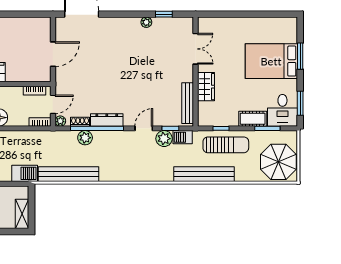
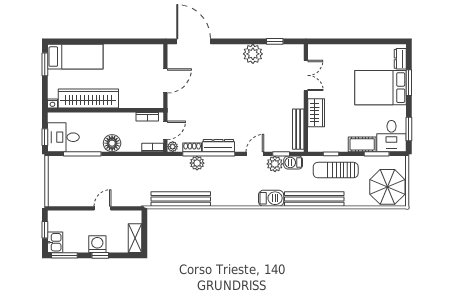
plant: (146, 22) -> (253, 54), width x1.88, depth x1.88
dresser: (291, 32) -> (400, 59), added
sun lounger: (226, 145) -> (336, 170), turned 180
barbecue: (25, 173) -> (271, 198), moved

